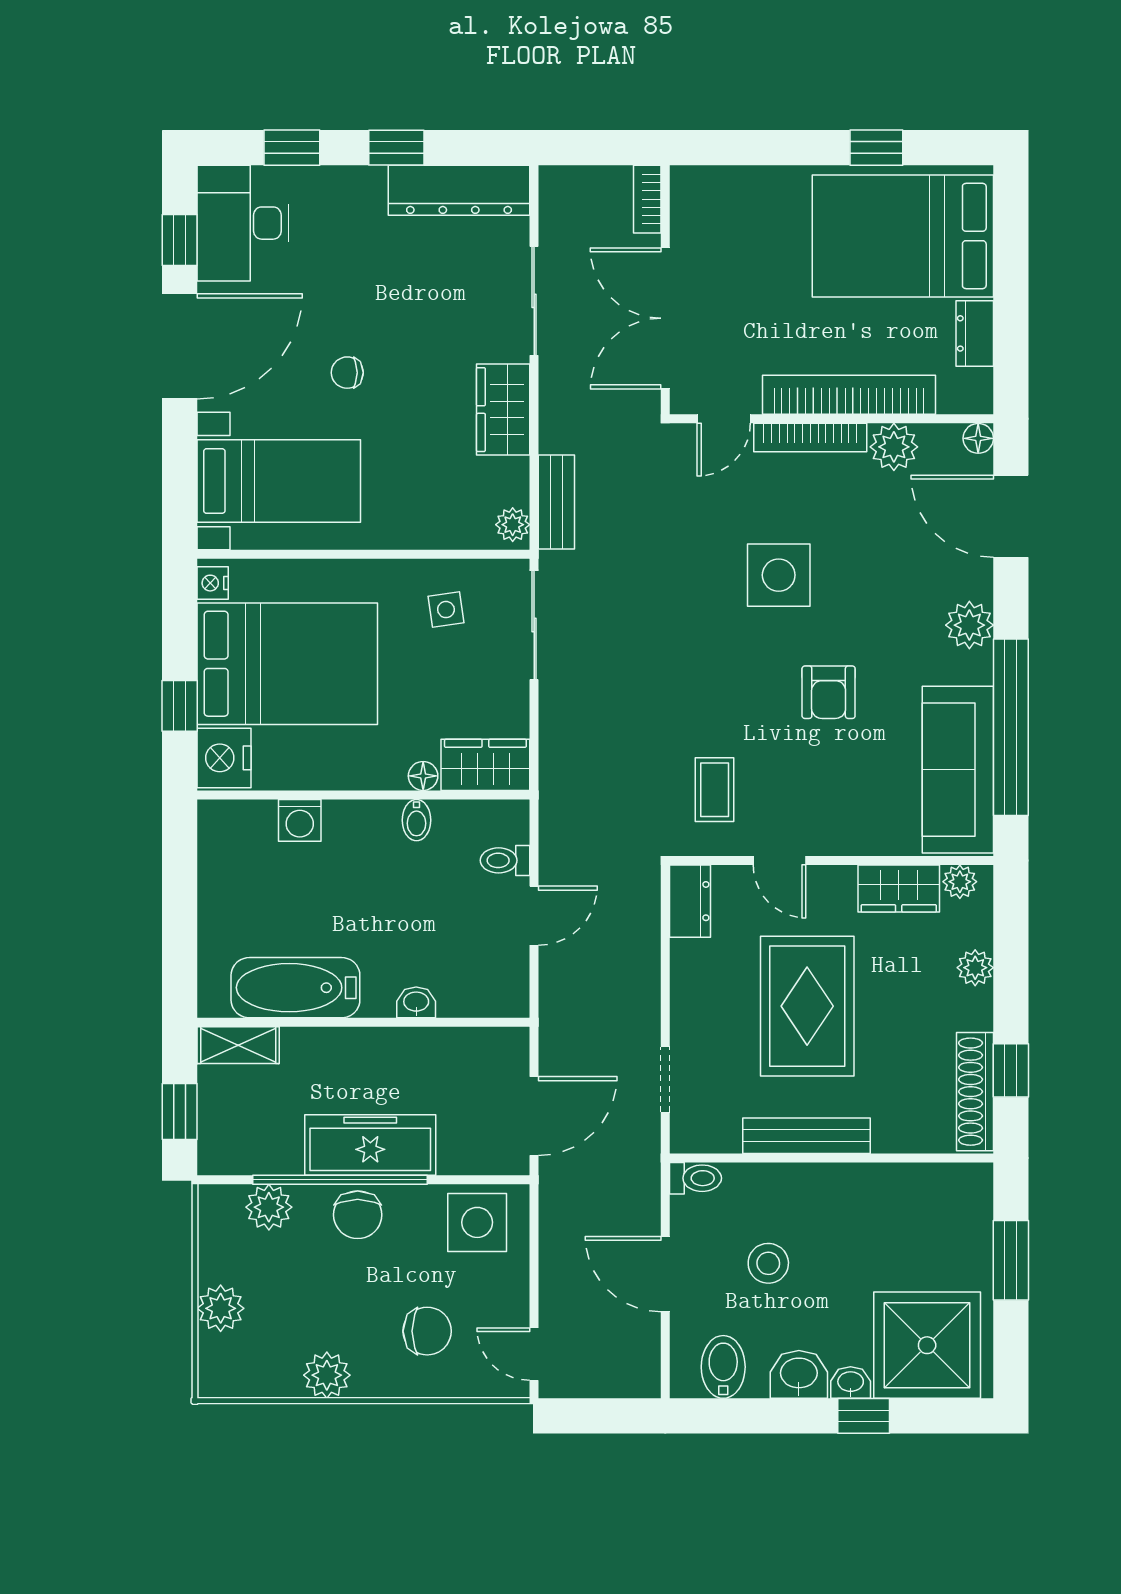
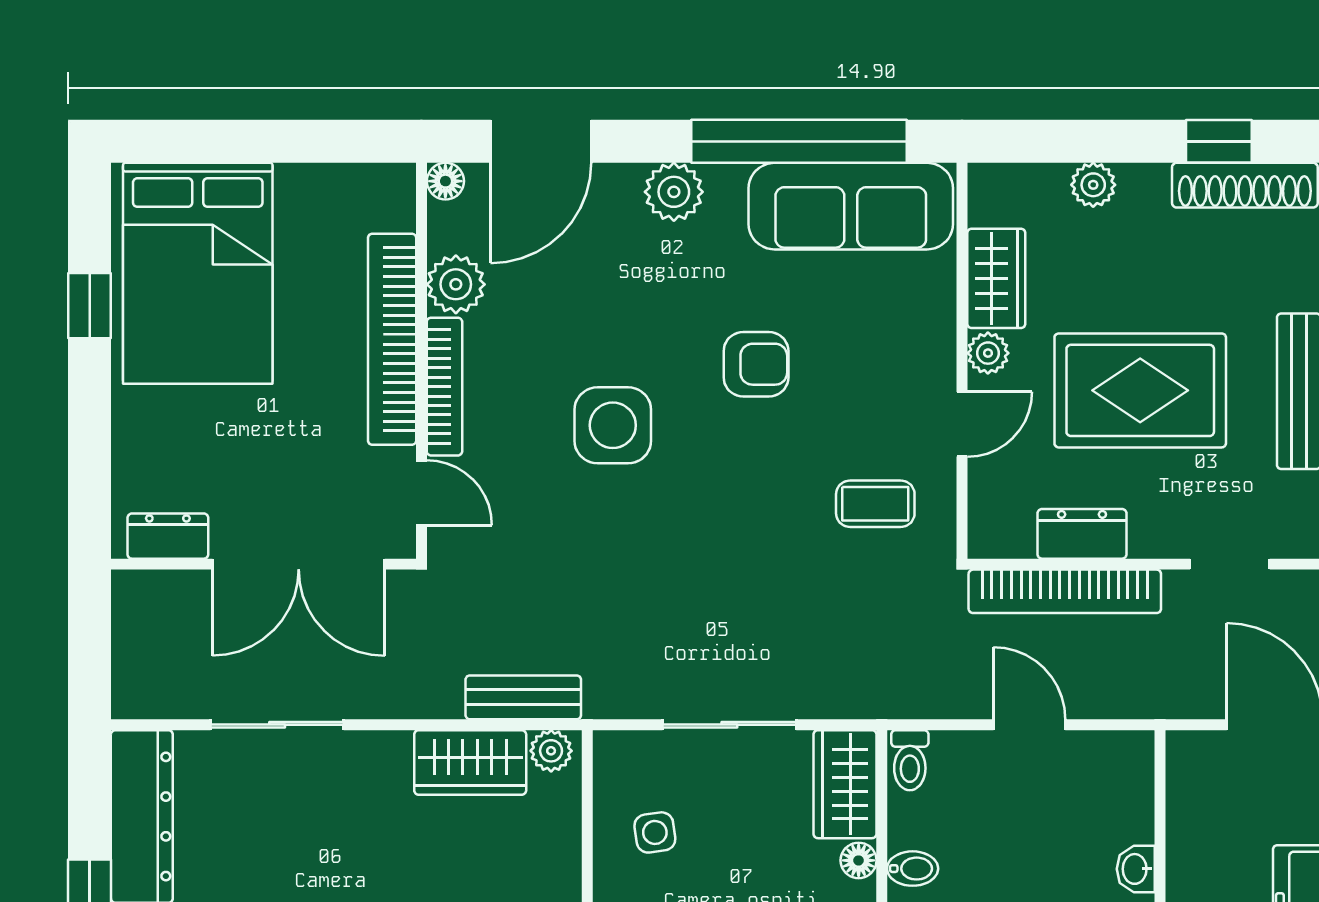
bookcase: (647, 199) -> (1065, 591), moved, width x2.31, depth x1.31
dresser: (975, 333) -> (168, 536), moved, turned 180
wardrobe: (503, 410) -> (470, 762), moved
sliding door: (534, 625) -> (729, 725), moved
toilet: (505, 860) -> (910, 760), moved
plant: (960, 882) -> (988, 353), moved
dresser: (690, 901) -> (1082, 534), moved

